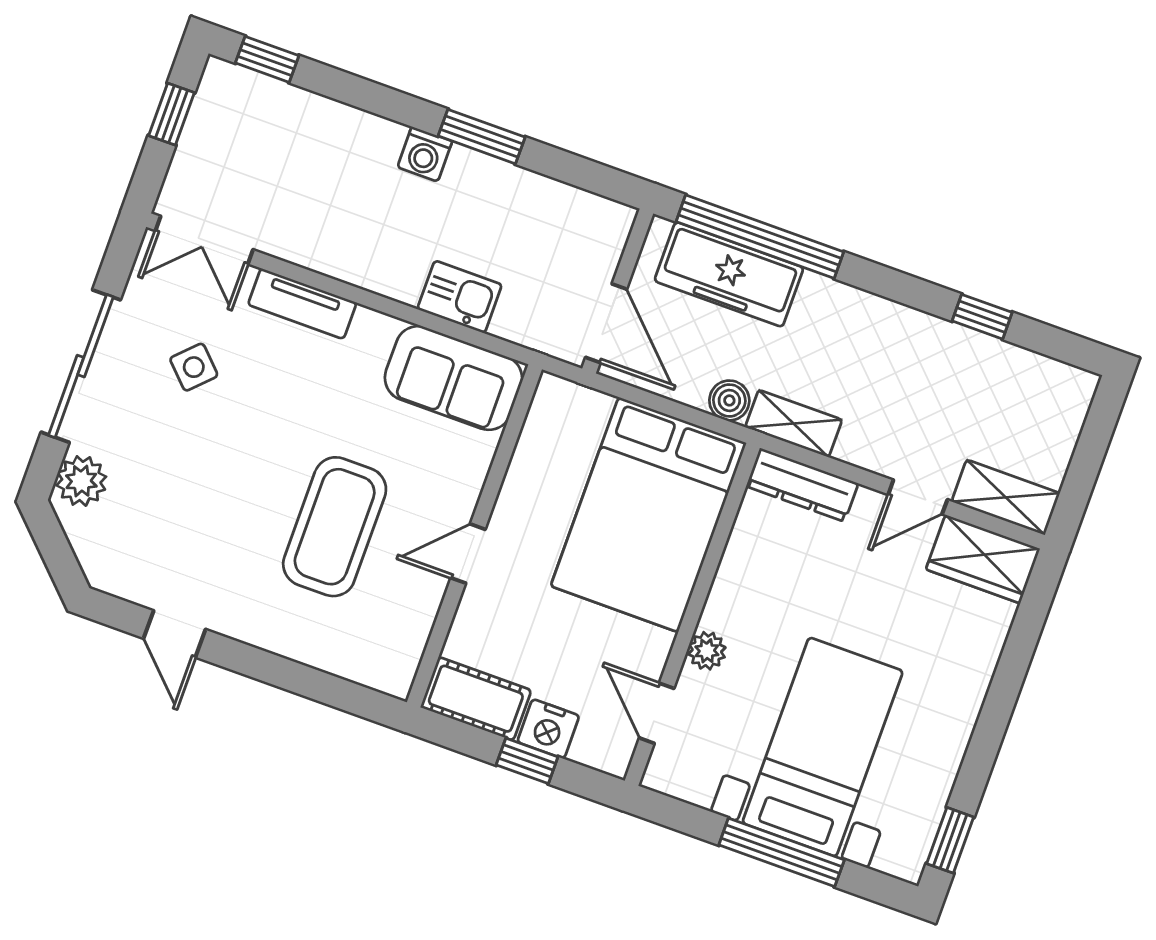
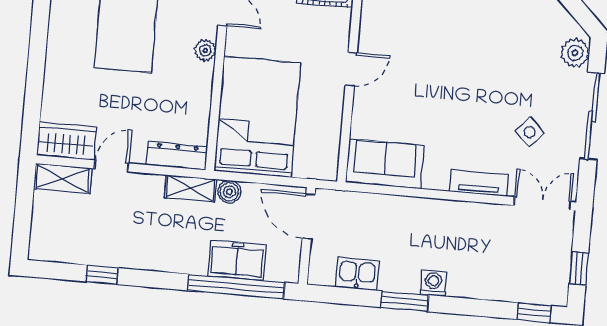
freezer: (729, 274) -> (237, 260), width x0.71
kitchen sink: (460, 297) -> (357, 274), moved, turned 180
coffee table: (335, 527) -> (429, 65), removed

